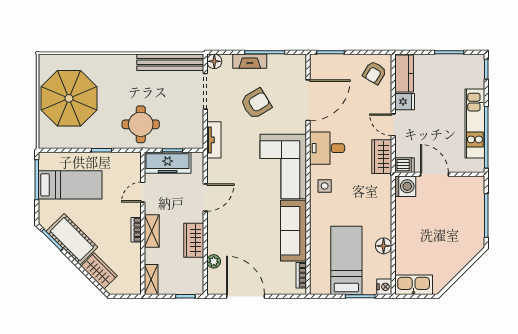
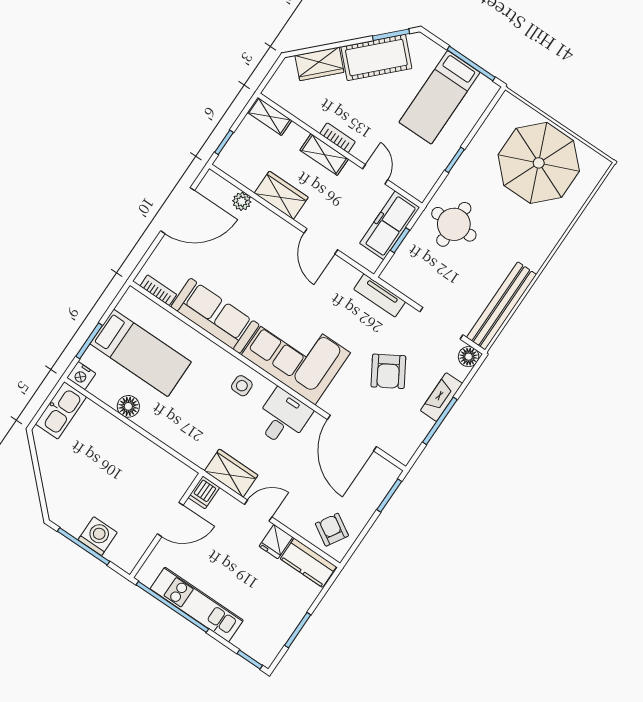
washing machine: (405, 186) -> (98, 536), moved, turned 180

